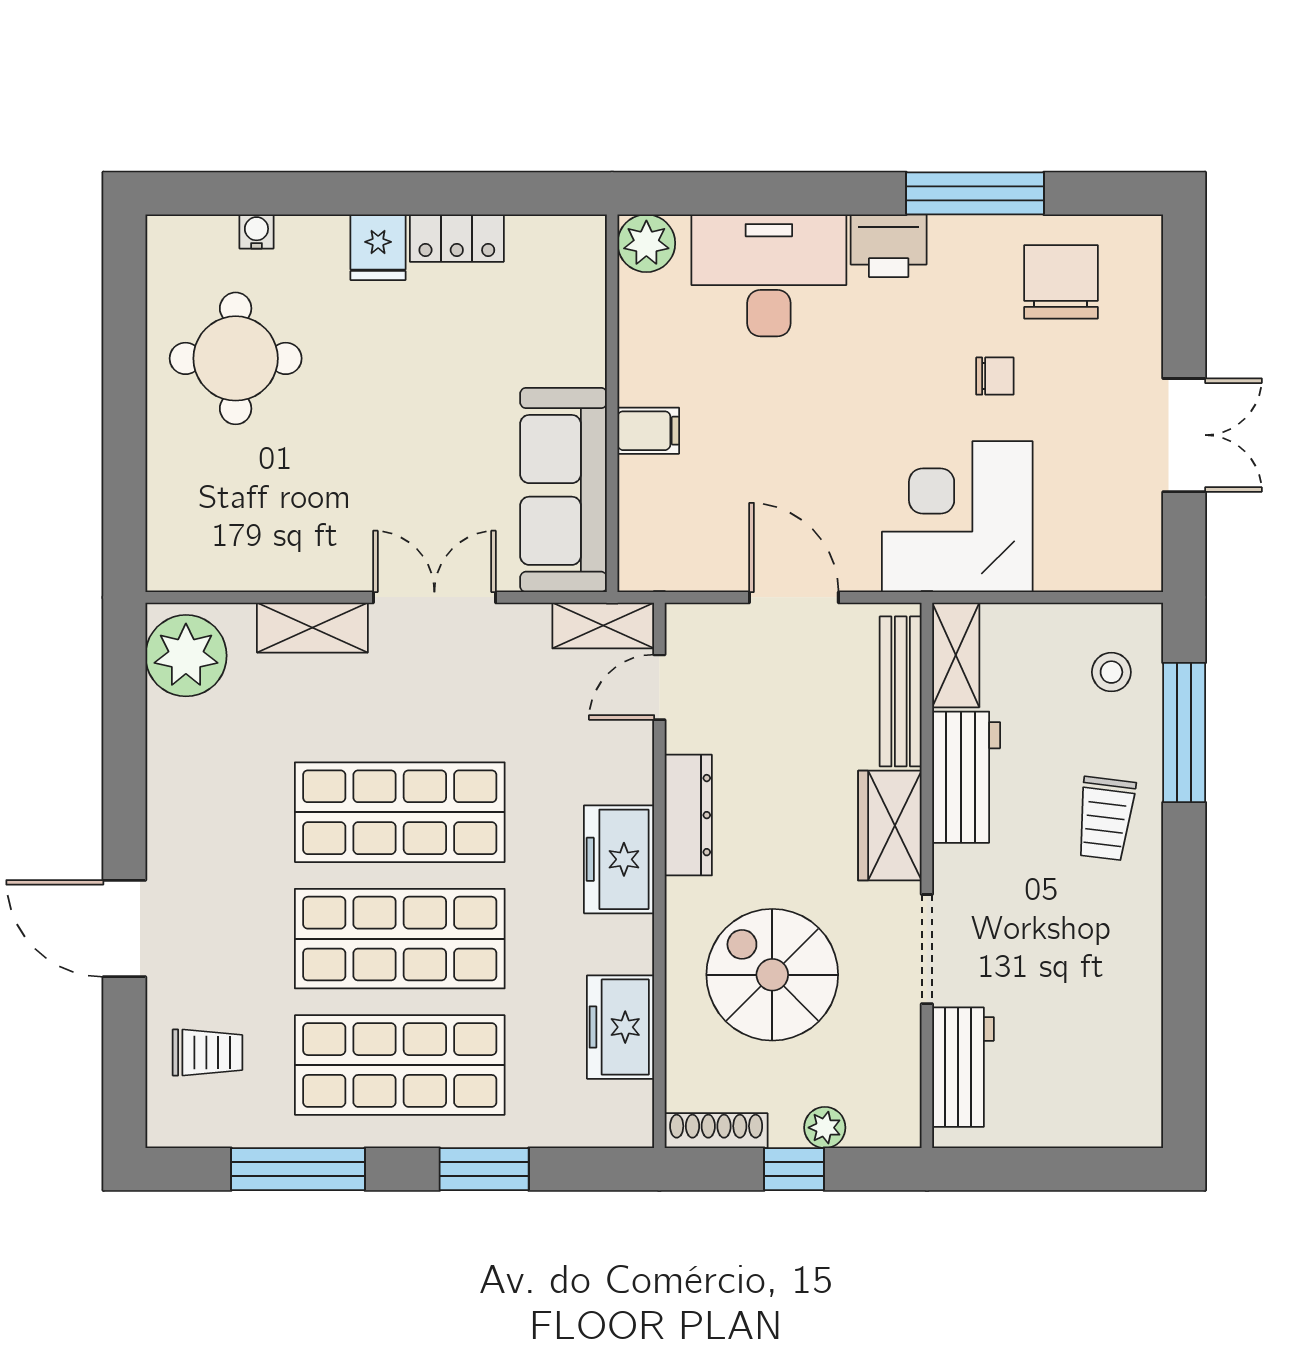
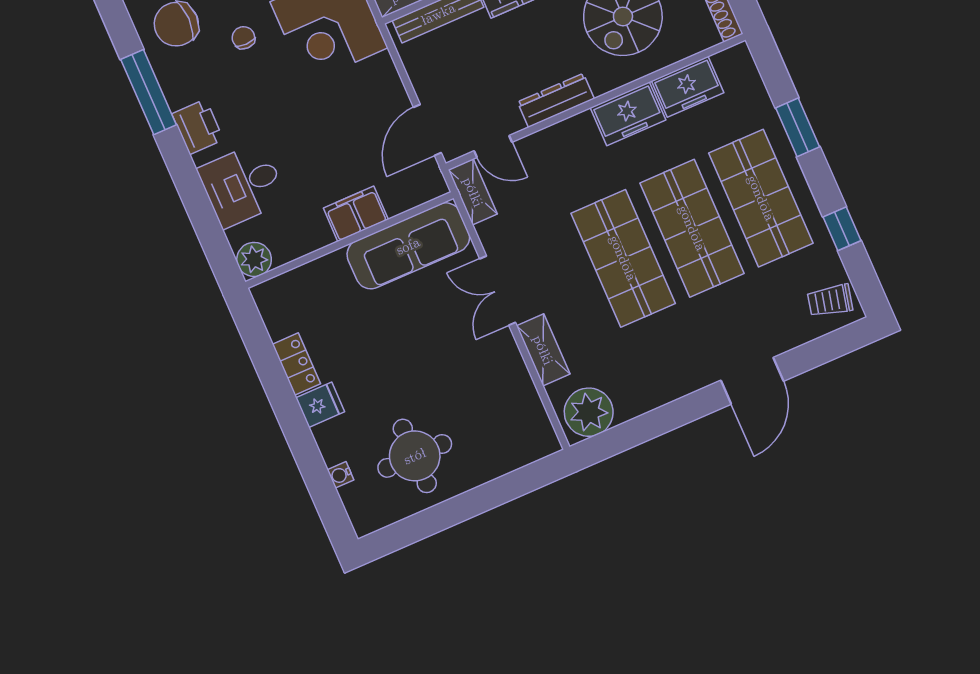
desk: (769, 275) -> (242, 185), width x0.73
filing cabinet: (648, 431) -> (356, 214), width x2.00
door: (794, 597) -> (427, 130), moved
freezer: (619, 859) -> (628, 114), moved
trolley: (208, 1053) -> (830, 301), moved, turned -77
window: (298, 1169) -> (842, 229), width x0.46

